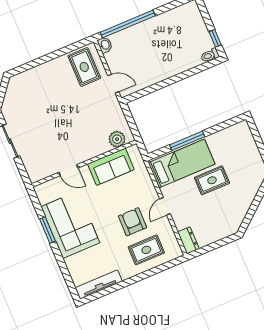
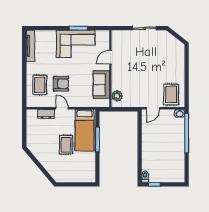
rug: (84, 67) -> (171, 94), turned 90
dresser: (188, 240) -> (46, 114), moved

